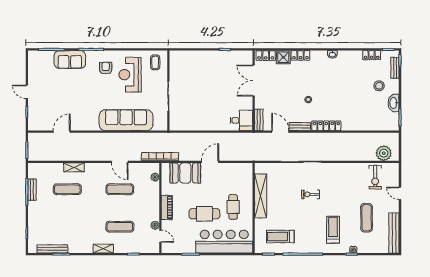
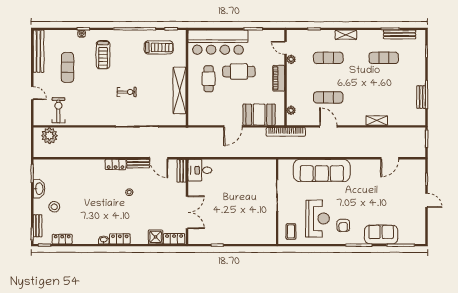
locker: (300, 55) -> (120, 239), moved
locker: (326, 126) -> (116, 164), width x0.66
exercise mat: (67, 189) -> (384, 58), moved

